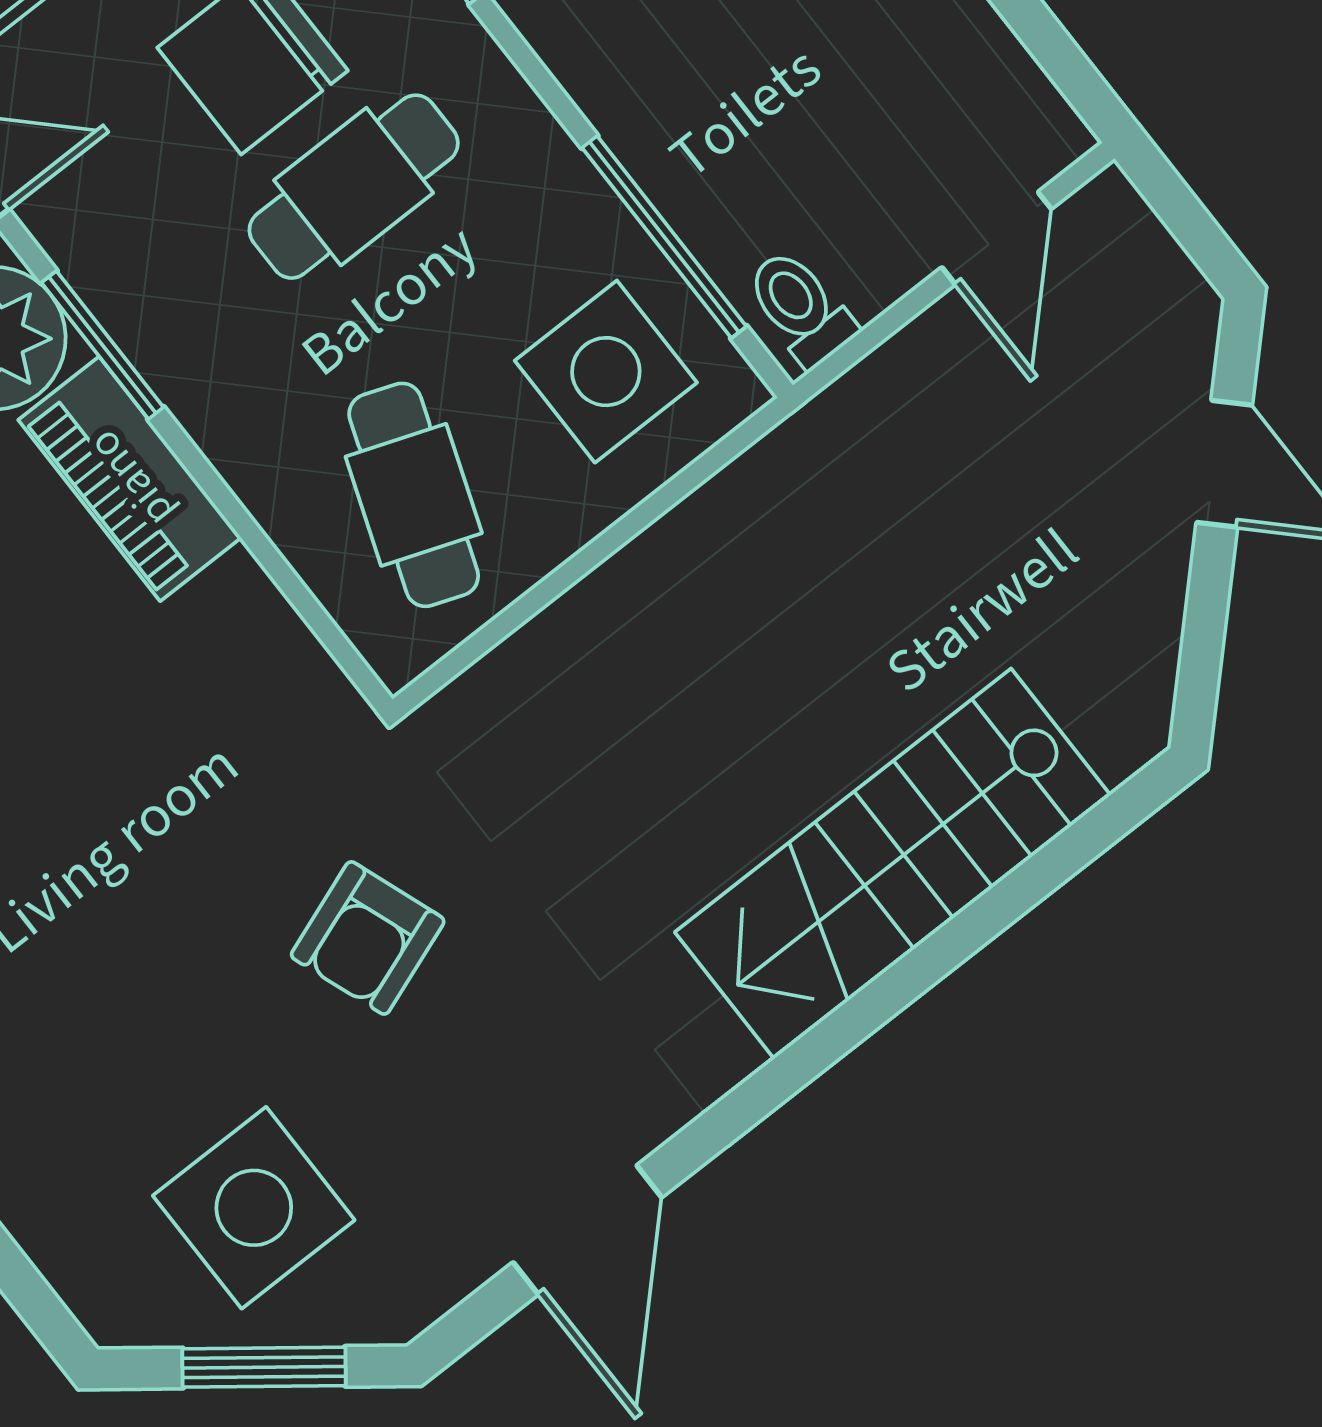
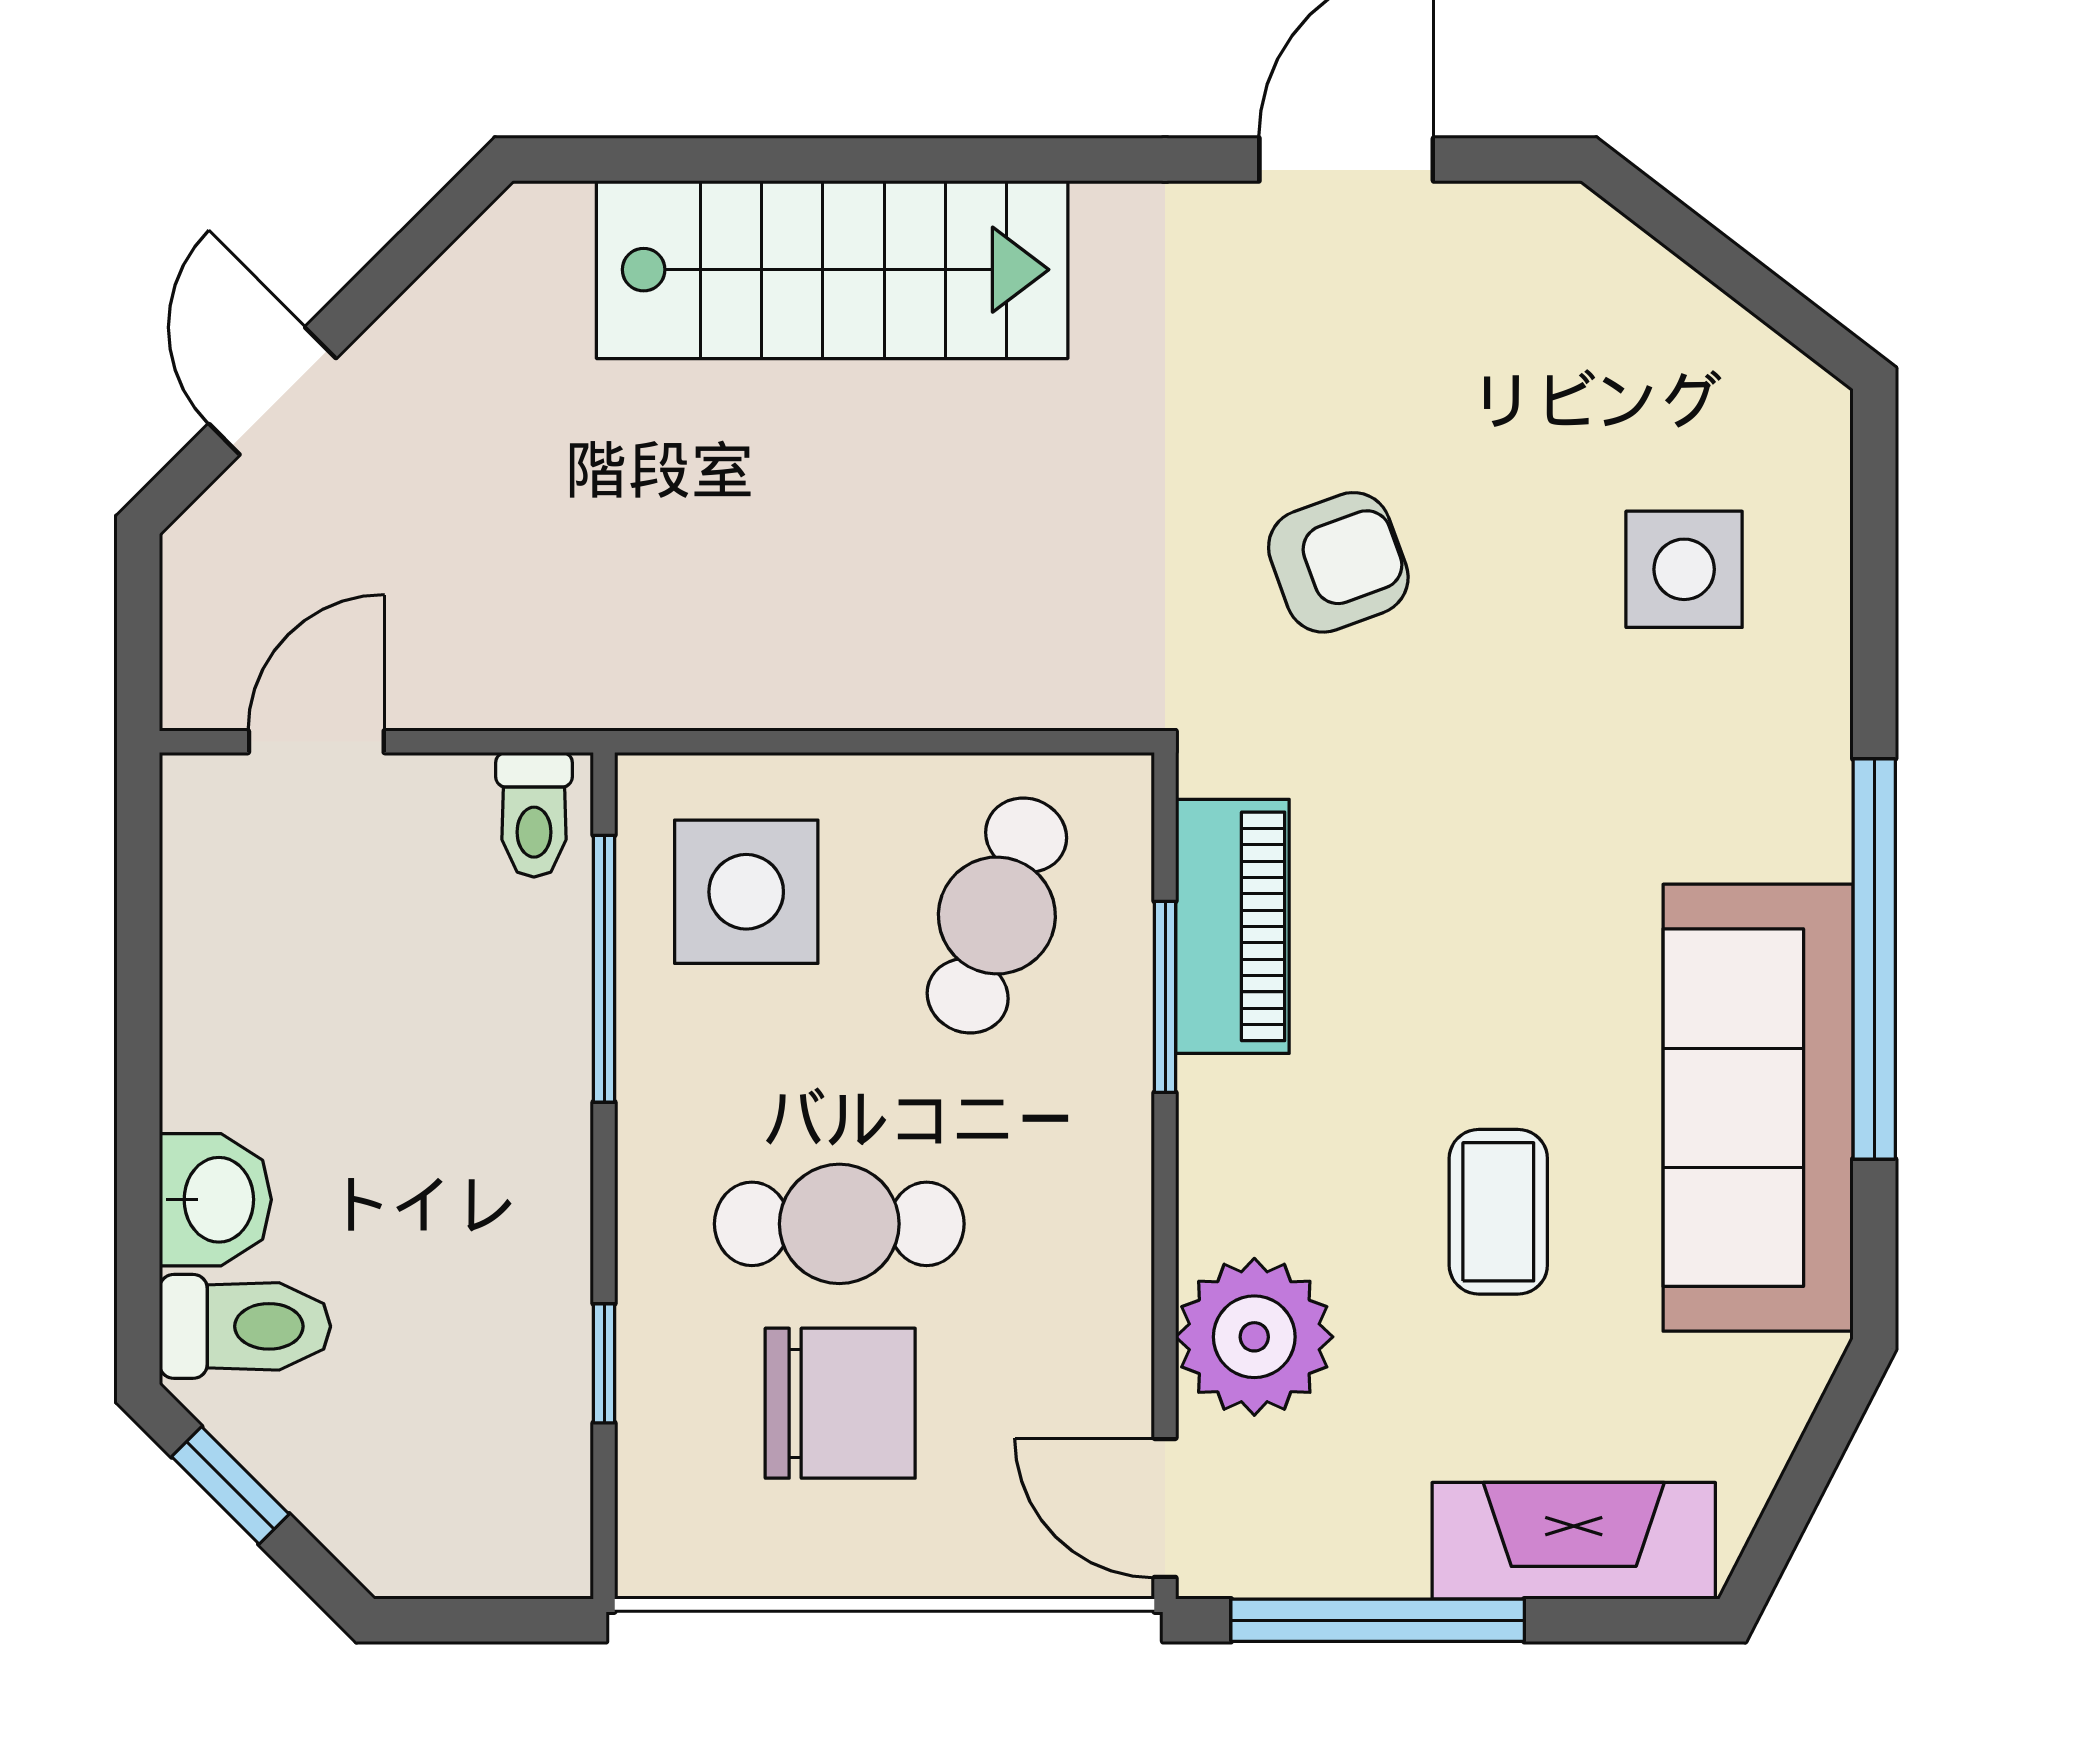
window: (102, 345) -> (1165, 997), moved
piano: (130, 479) -> (1232, 926), moved
side table: (254, 1208) -> (1684, 569), moved, width x0.73, depth x0.73
window: (264, 1367) -> (1720, 260), removed

